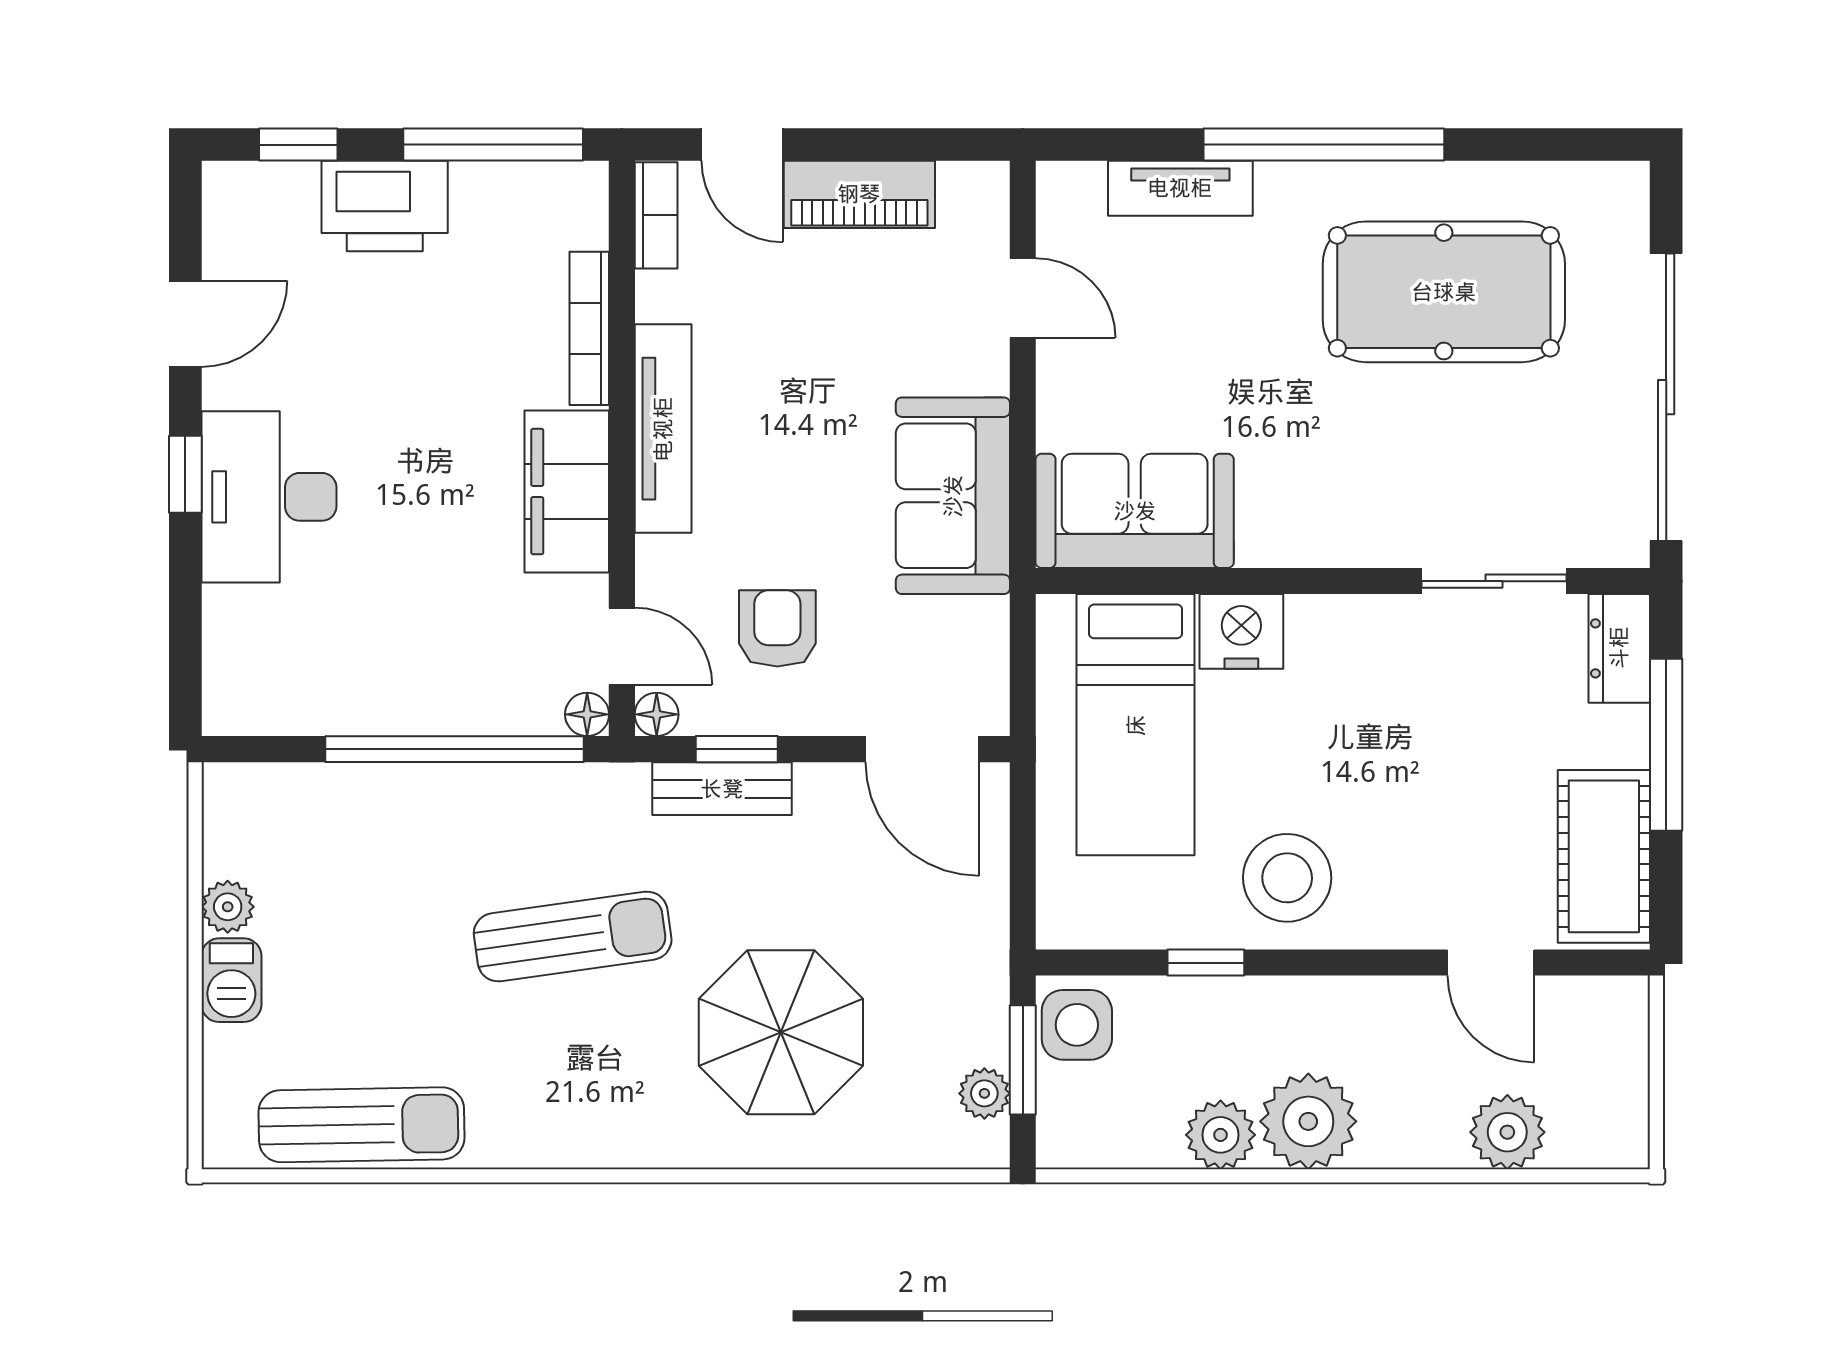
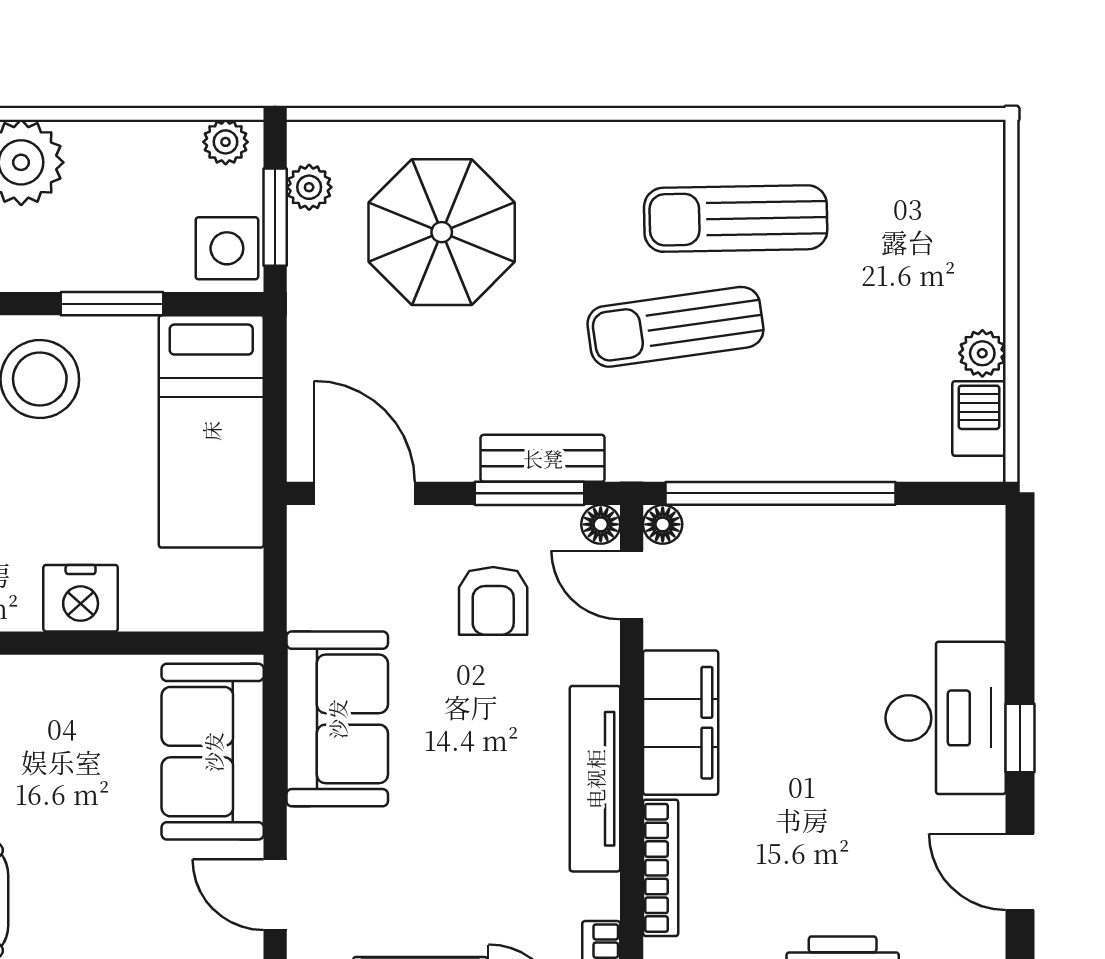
door: (185, 324) -> (1020, 872), hinge flipped
sofa: (1135, 511) -> (213, 752), moved, turned 90
bed: (1136, 725) -> (211, 431), moved, turned 180
window: (737, 749) -> (529, 493), width x1.50
window: (1206, 963) -> (112, 304), width x1.50
barbecue: (231, 980) -> (979, 419), moved
parasol: (781, 1032) -> (442, 232), moved
sun lounger: (362, 1125) -> (736, 219), moved
plant: (1221, 1135) -> (226, 142), moved, width x0.73, depth x0.73

